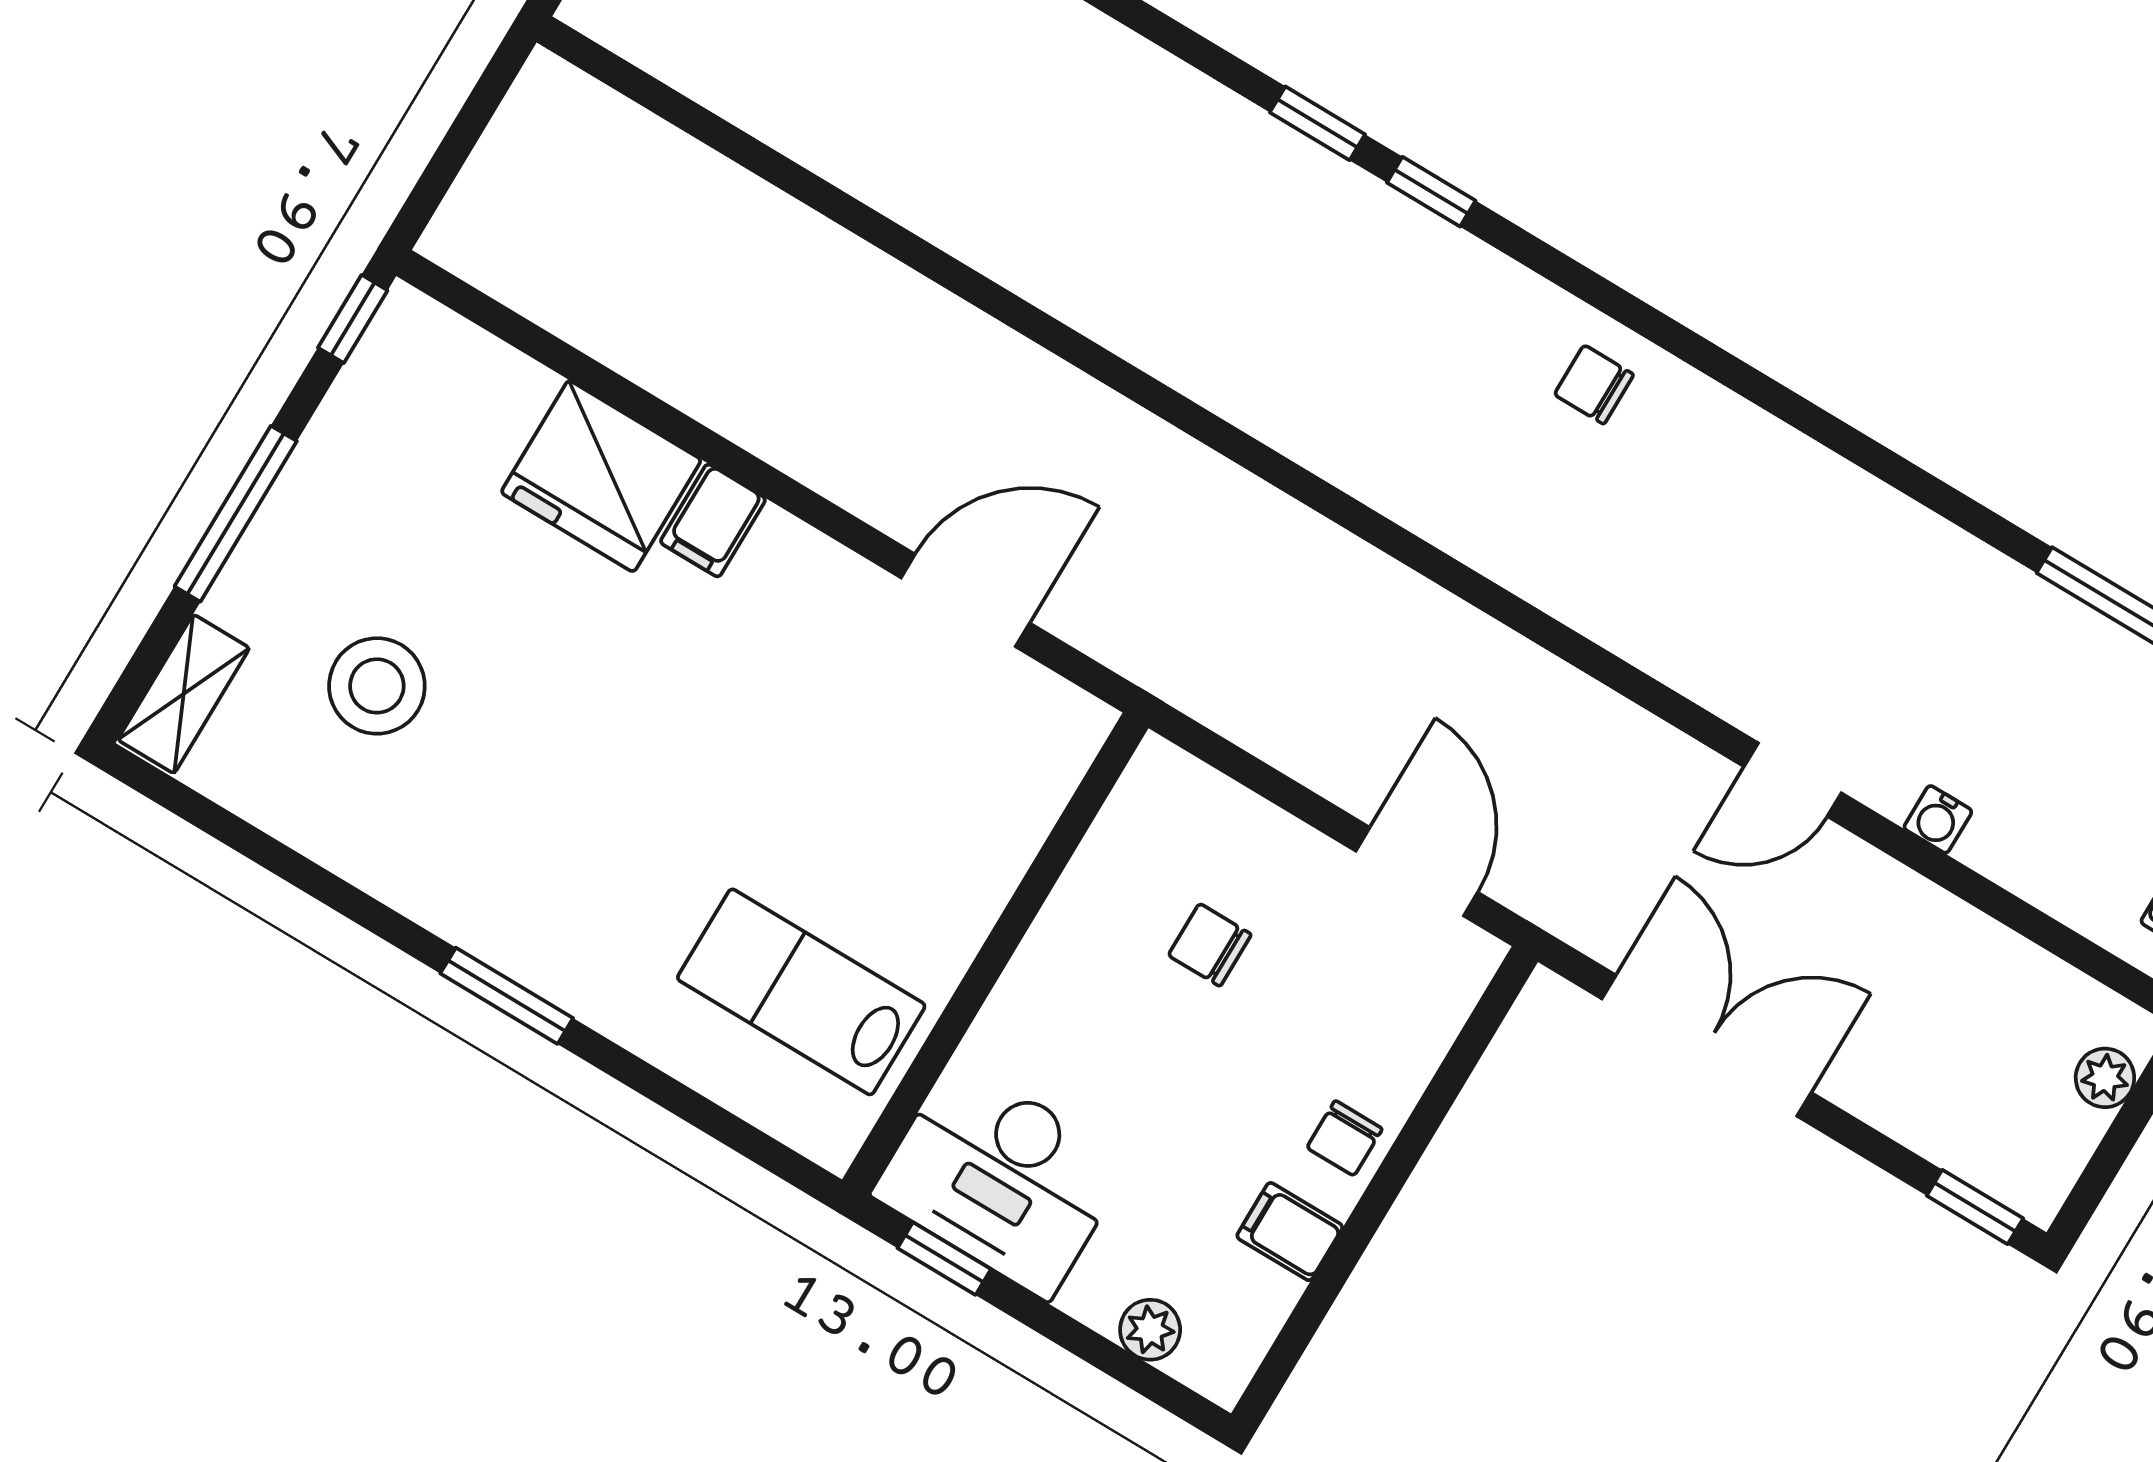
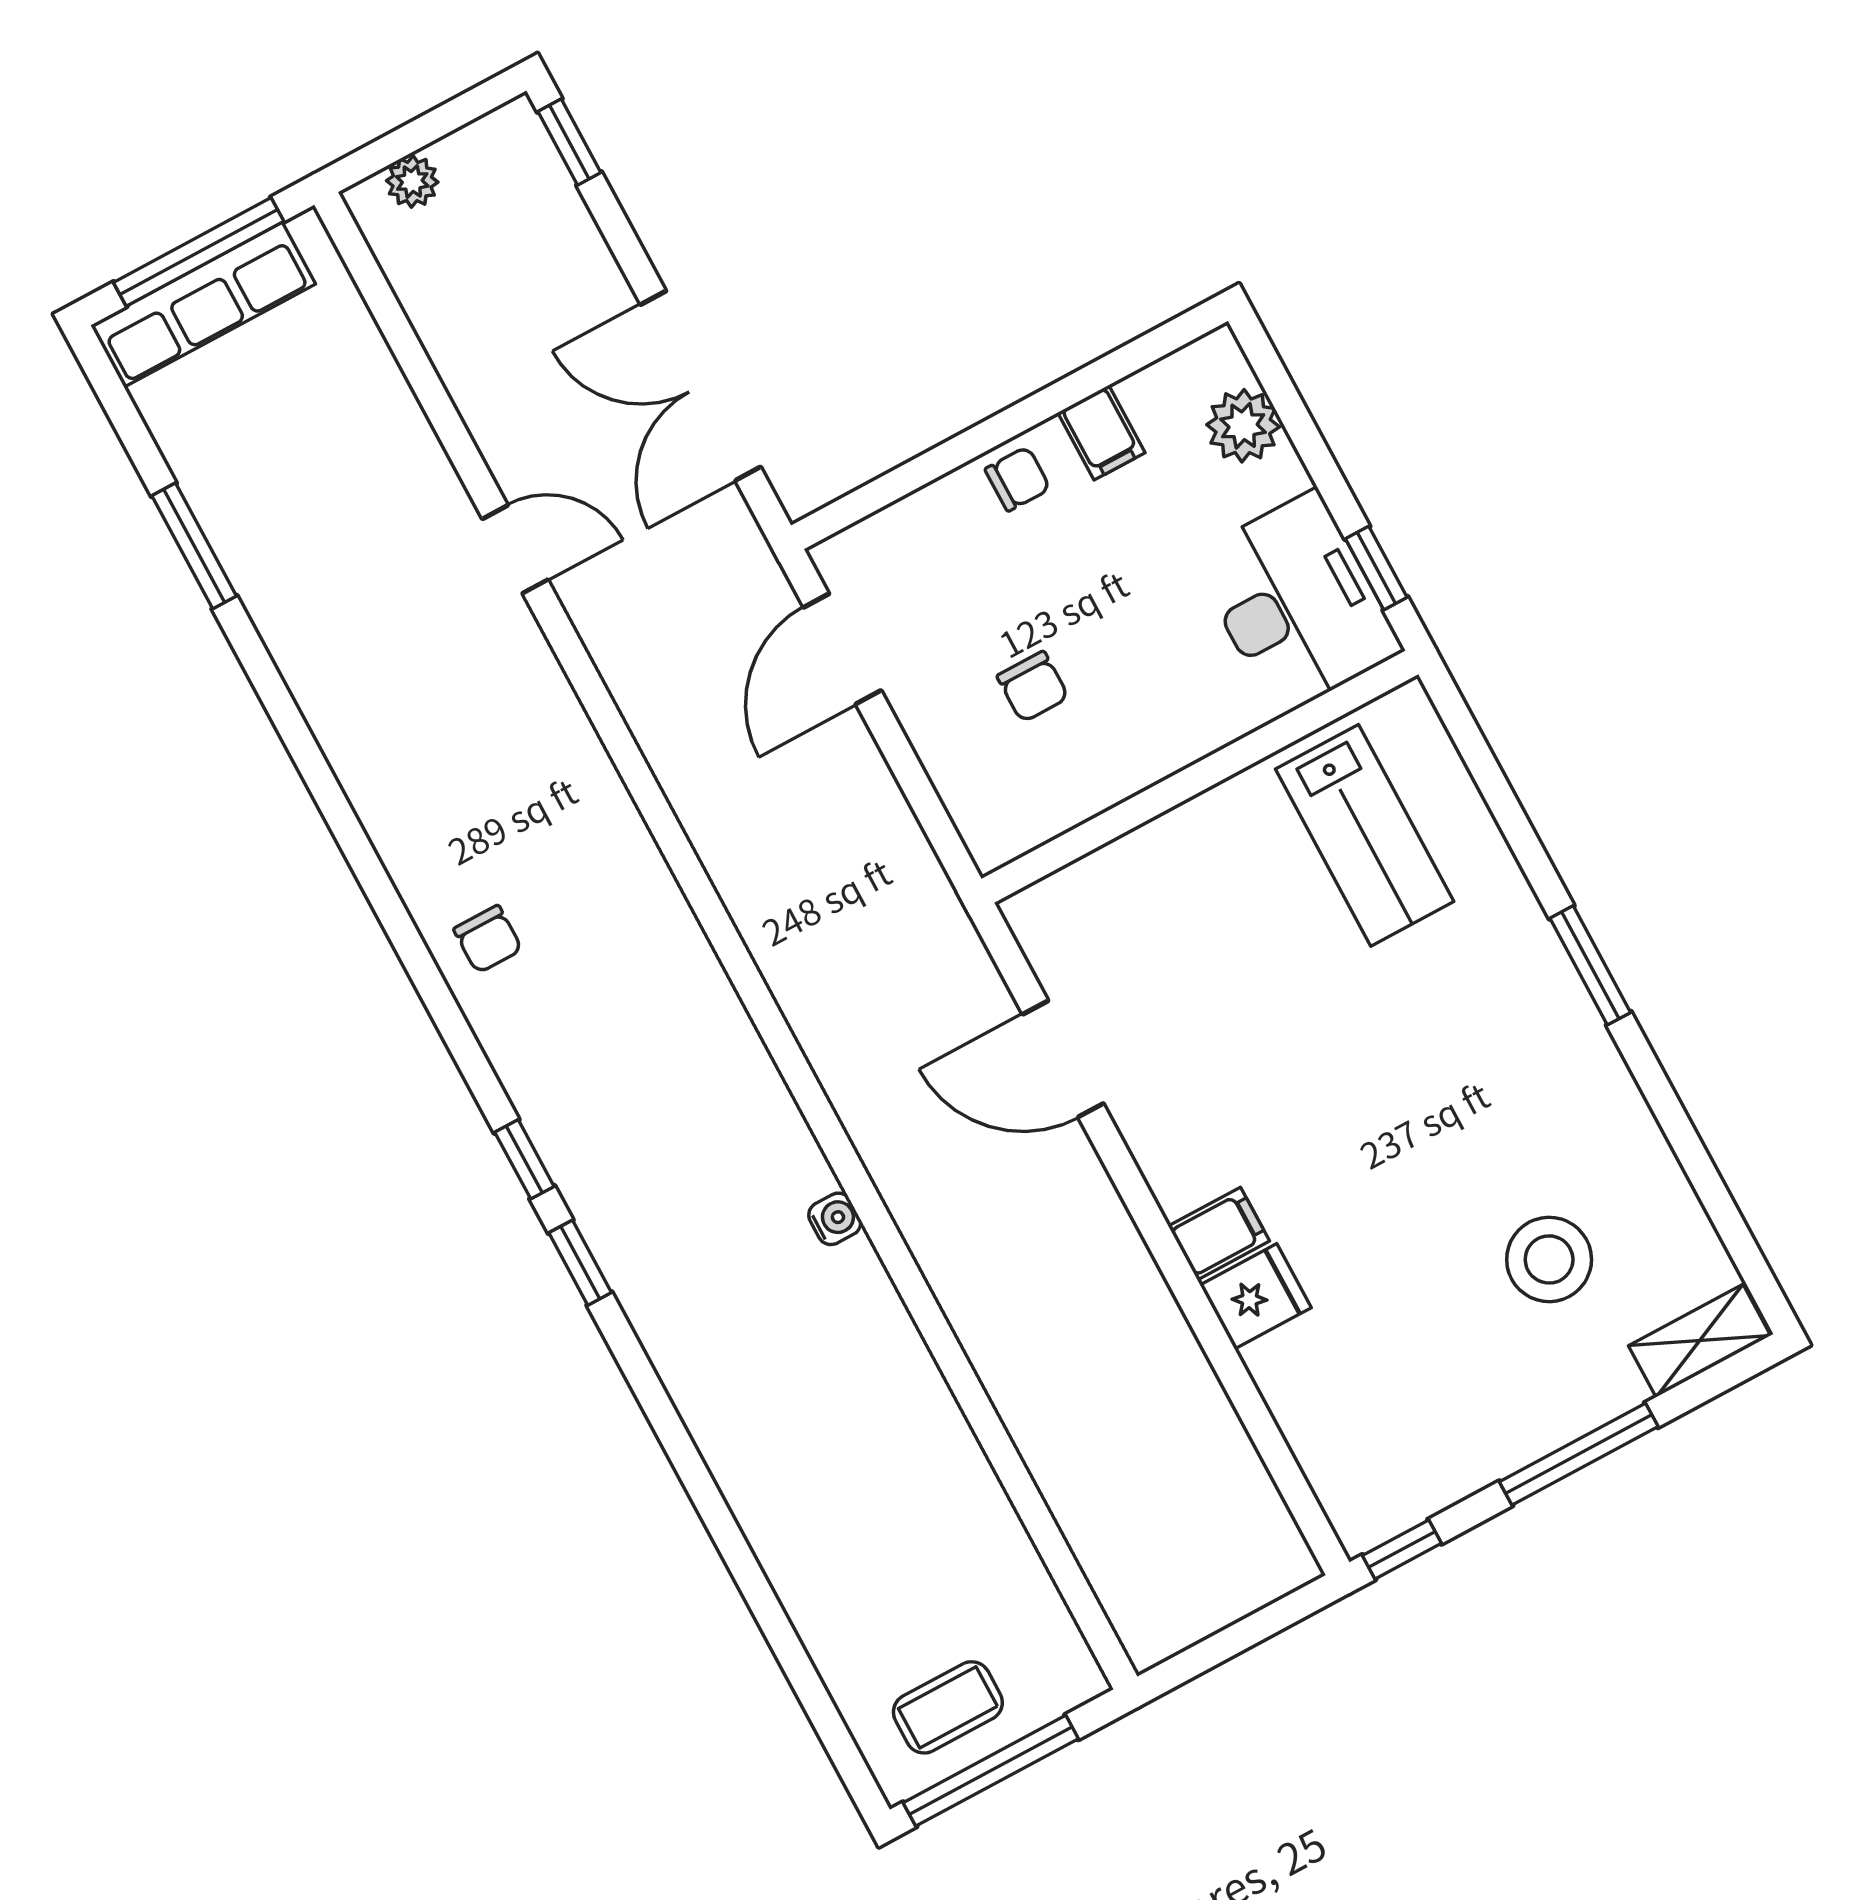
fridge: (601, 476) -> (1256, 1296), width x0.53, depth x0.75
water cooler: (1938, 819) -> (835, 1219), moved
plant: (1150, 1330) -> (1243, 426), width x1.38, depth x1.38

